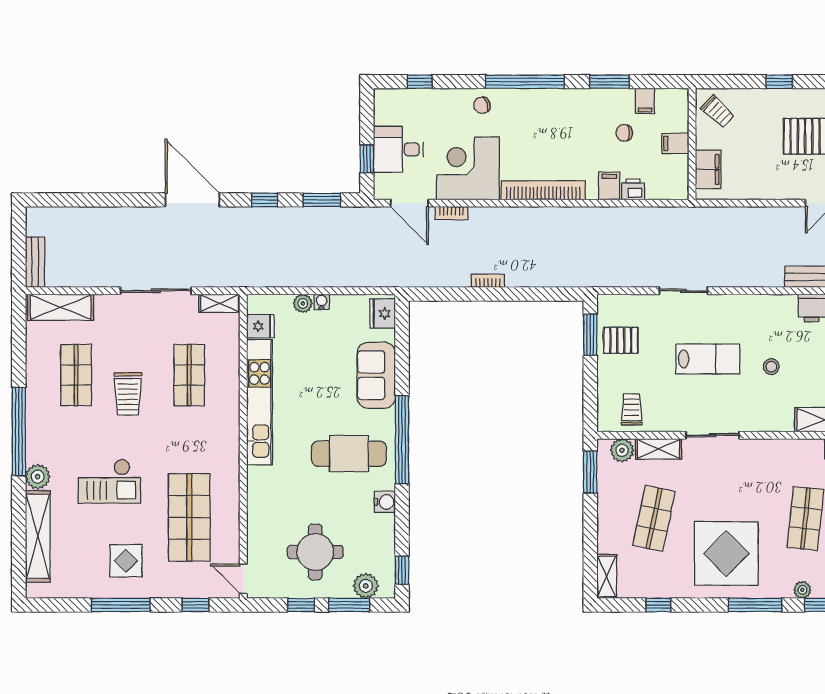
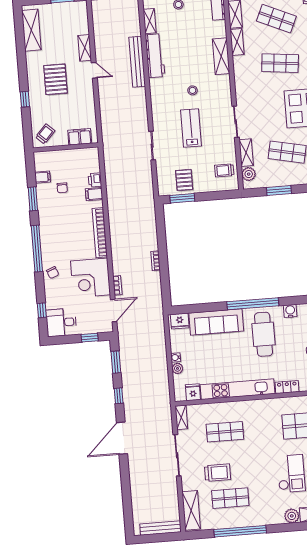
filing cabinet: (675, 143) -> (66, 157), removed
desk: (398, 149) -> (61, 322), moved, turned 90
bench: (35, 262) -> (161, 528), width x1.36
sofa: (376, 375) -> (216, 322), width x1.36
trolley: (128, 394) -> (218, 473), moved
window: (19, 432) -> (240, 531), moved
window: (590, 472) -> (279, 190), moved
locker: (256, 486) -> (287, 387), added

